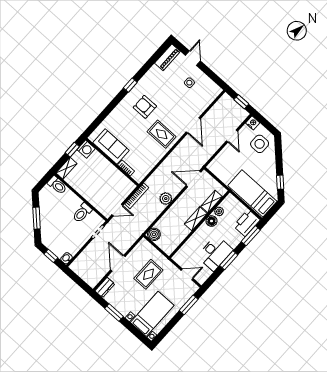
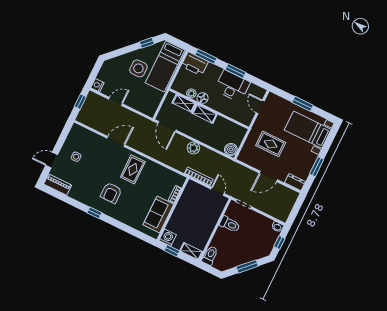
side table: (260, 144) -> (138, 68), moved
window: (189, 305) -> (303, 104), moved

